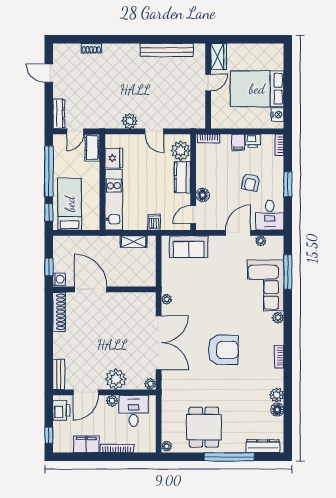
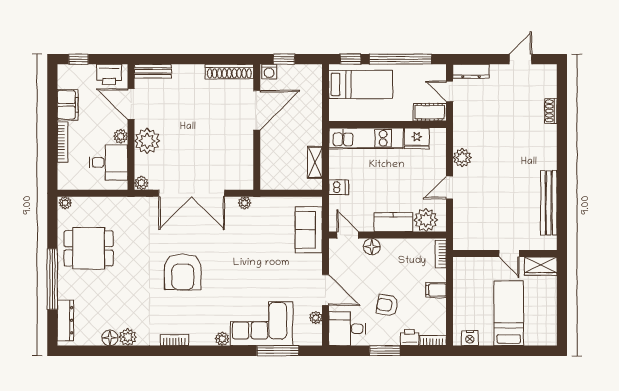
bed: (257, 89) -> (509, 313), width x0.67
printer: (253, 141) -> (410, 337), moved, turned 90

